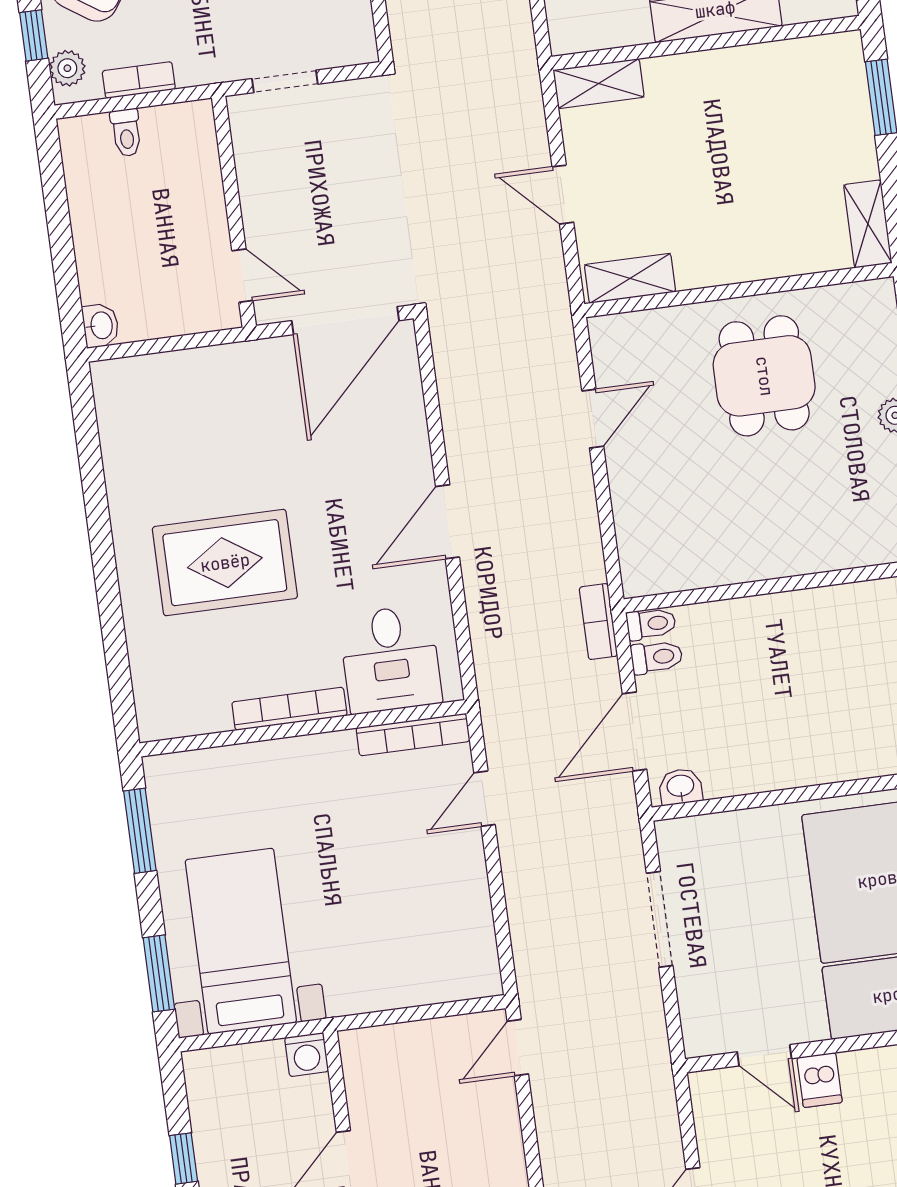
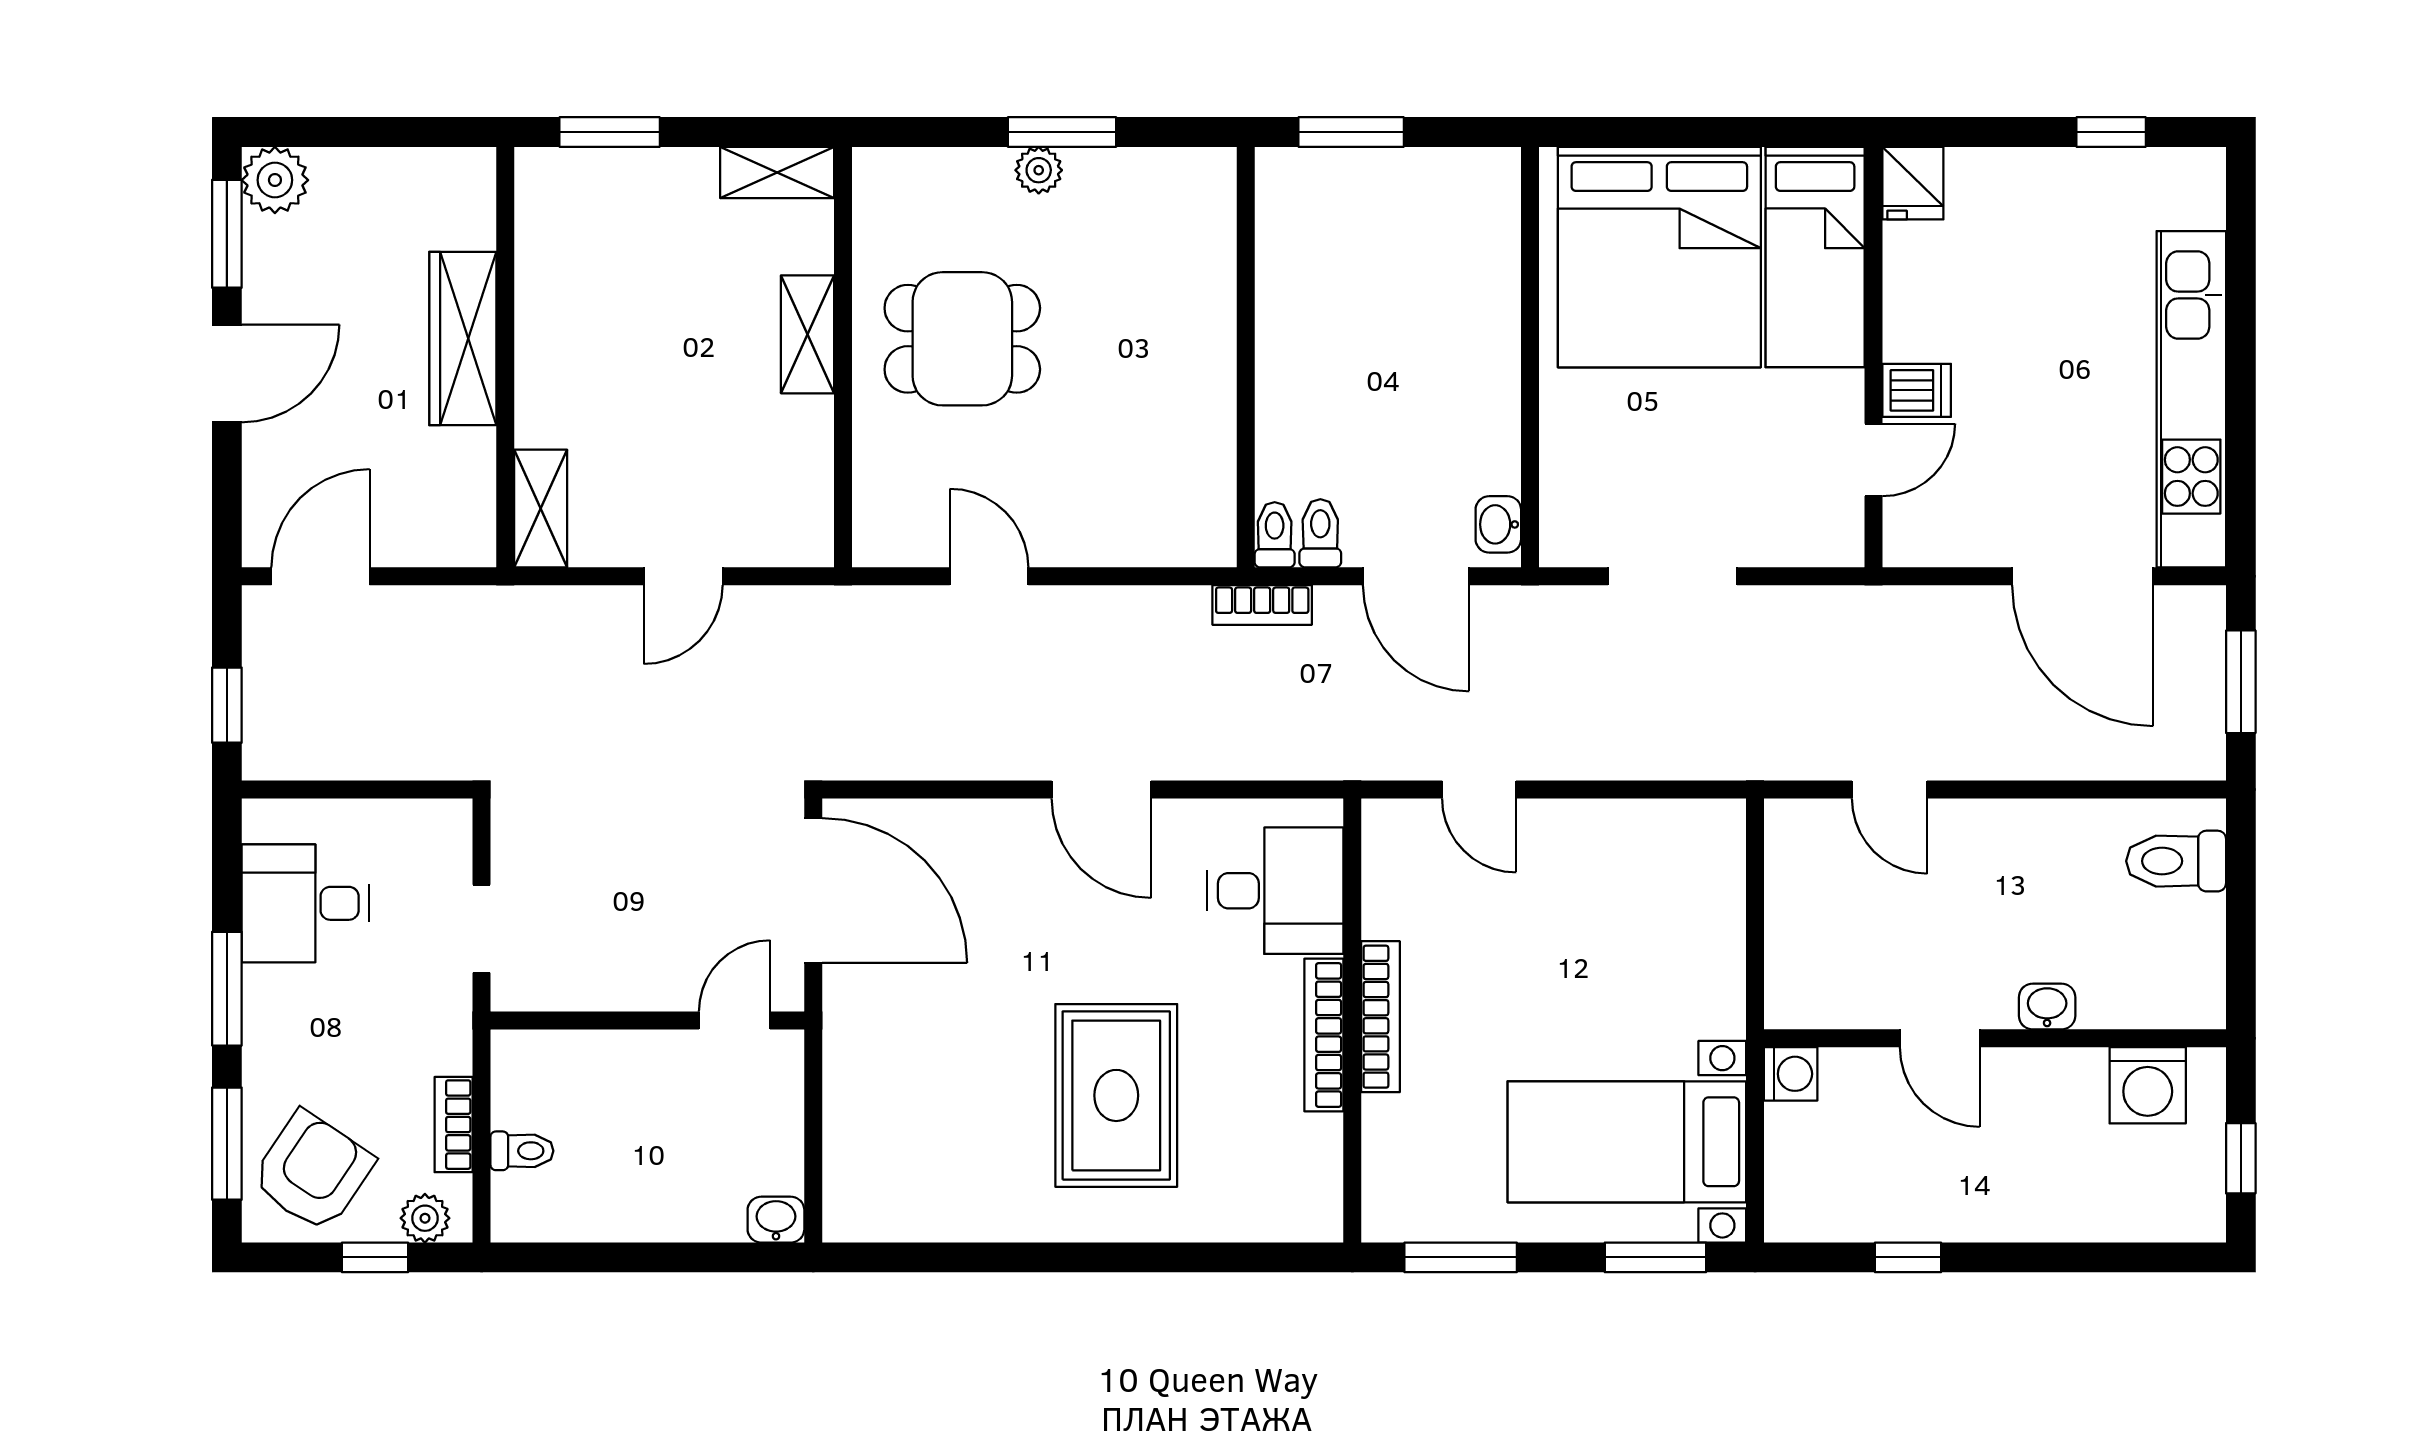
shelving: (630, 278) -> (807, 334), moved
bookcase: (413, 735) -> (1381, 1017), moved
door: (518, 1048) -> (1890, 789), moved

